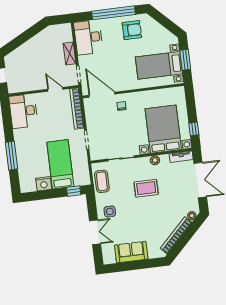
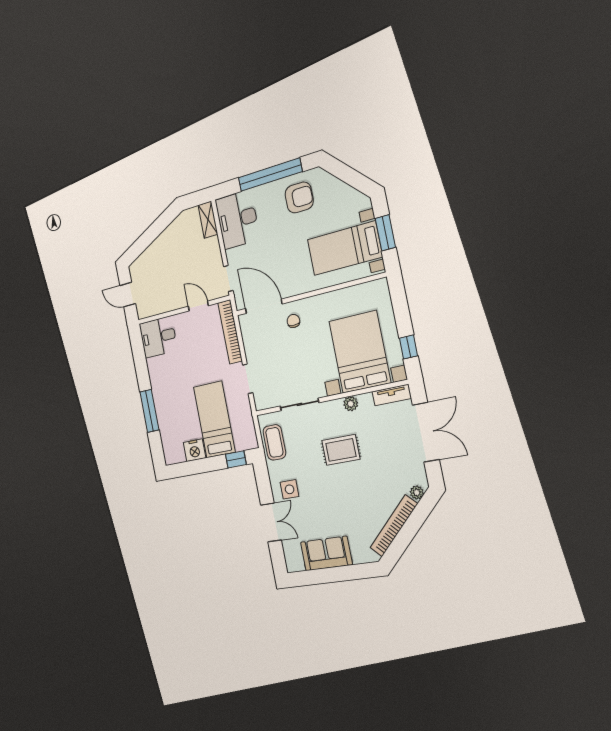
shelving: (70, 54) -> (208, 220), moved
desk: (23, 111) -> (158, 337), width x0.73

